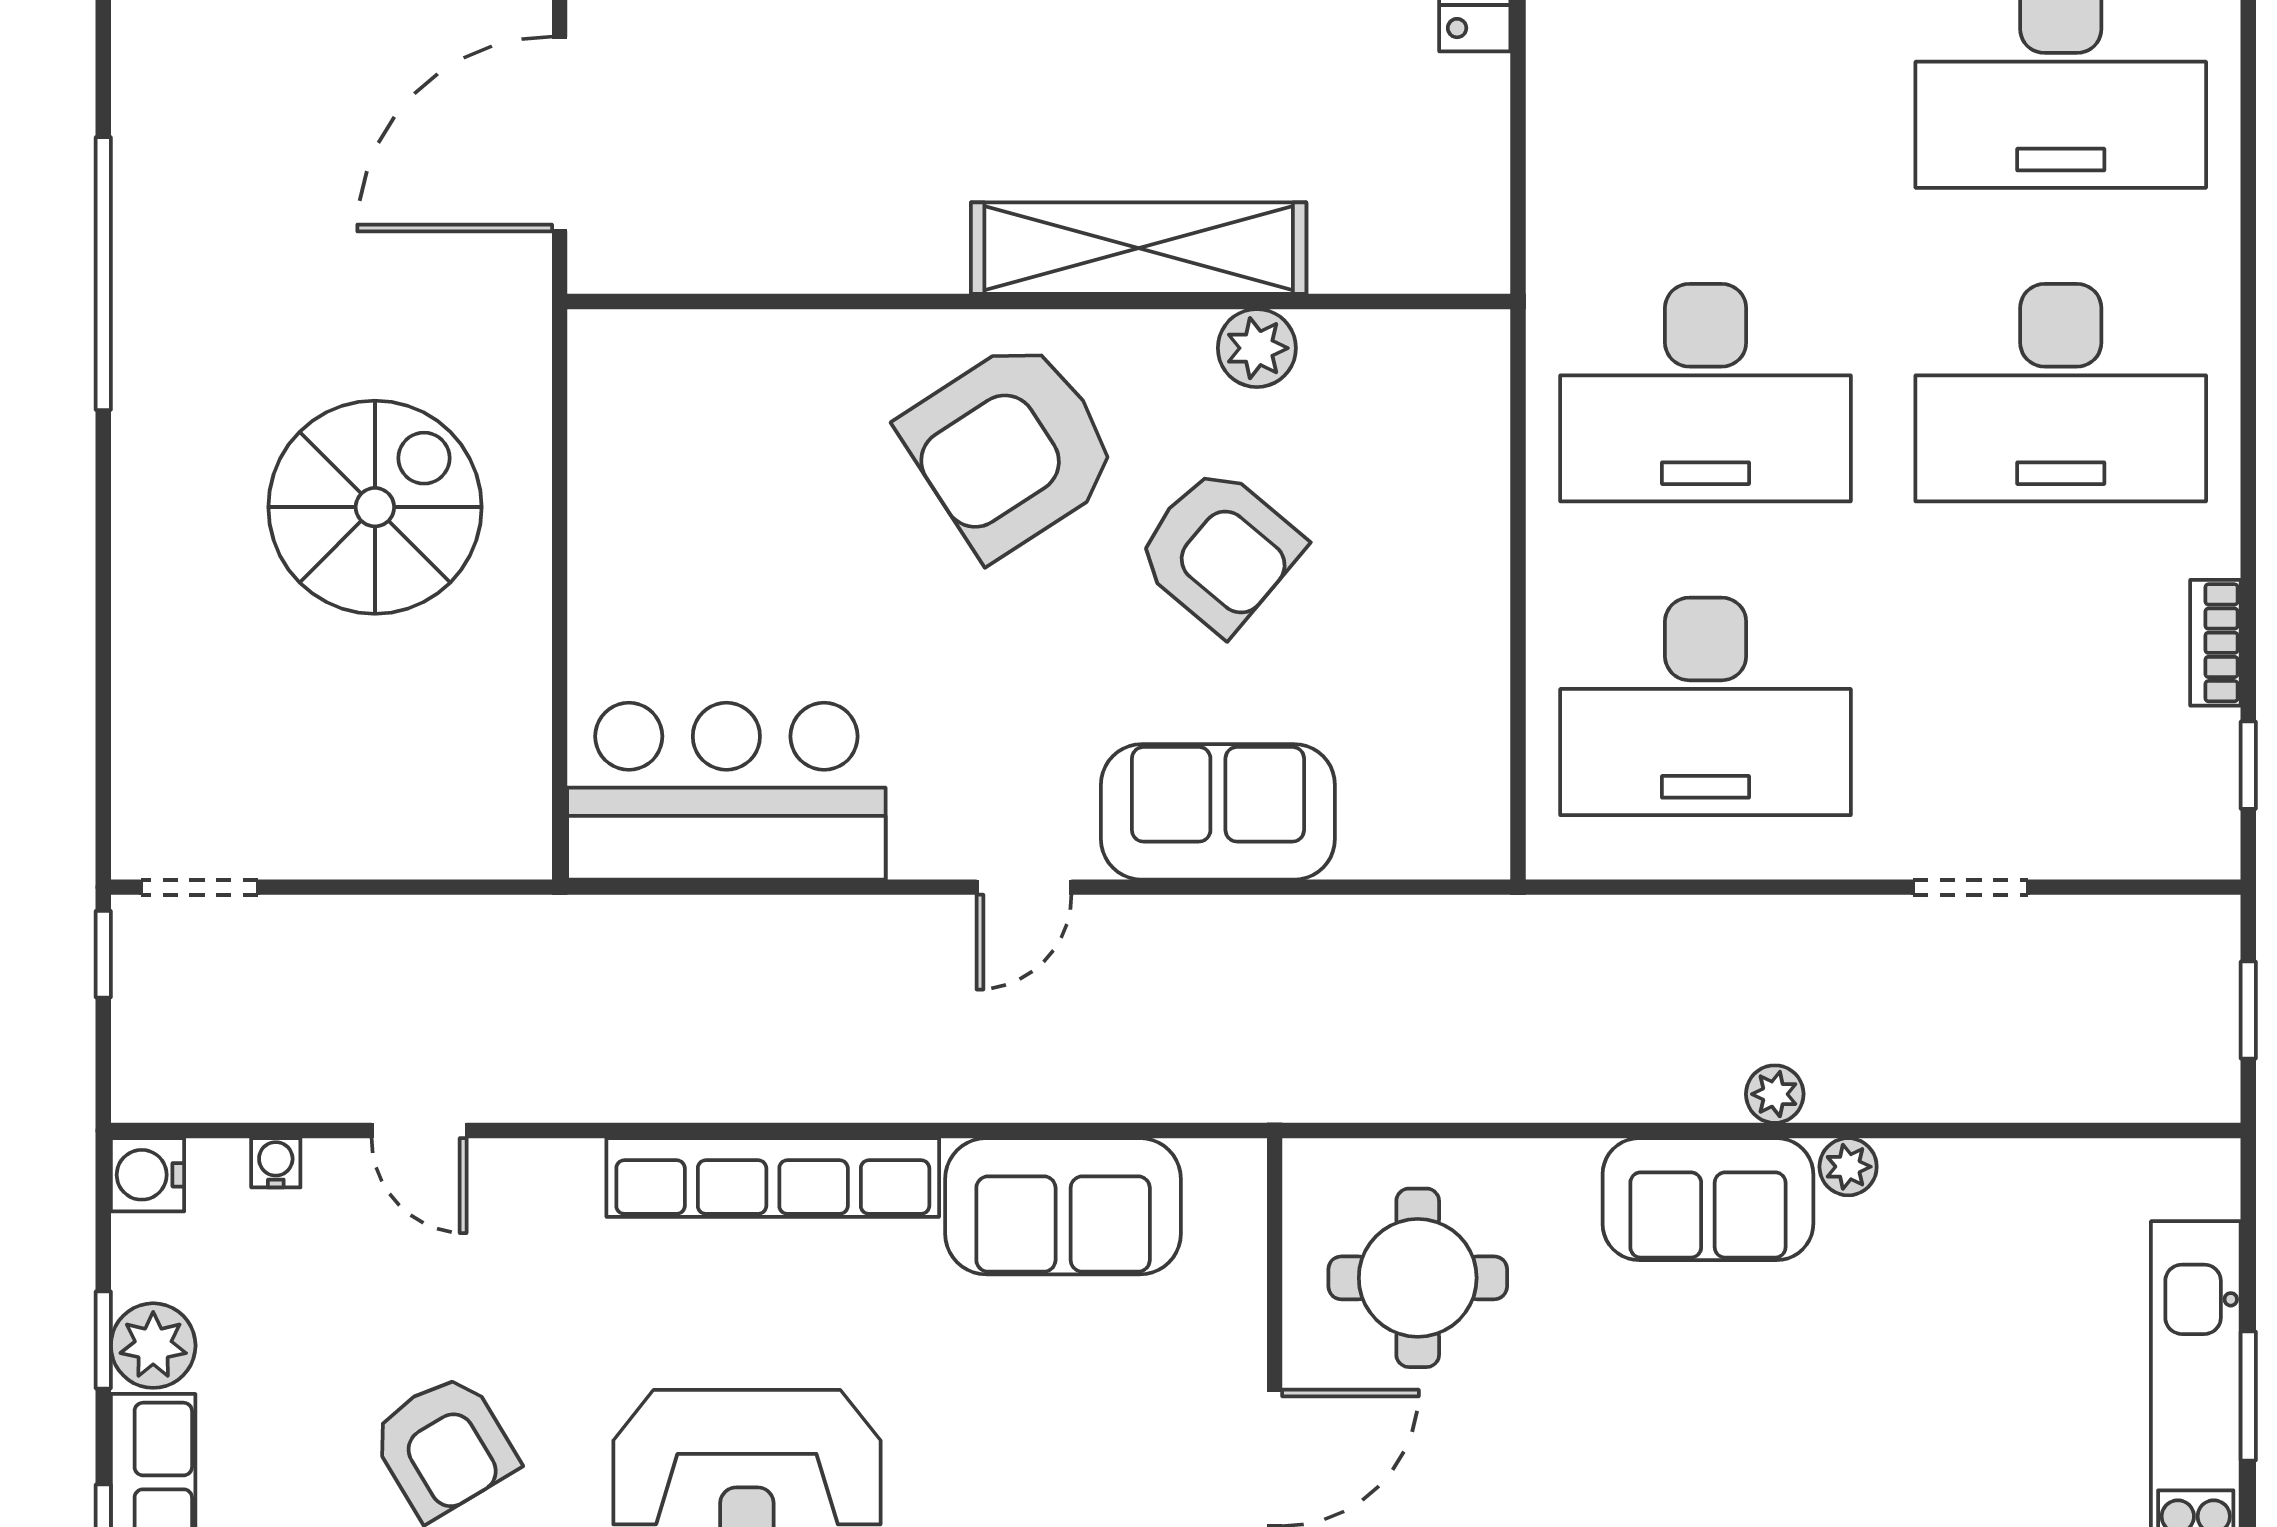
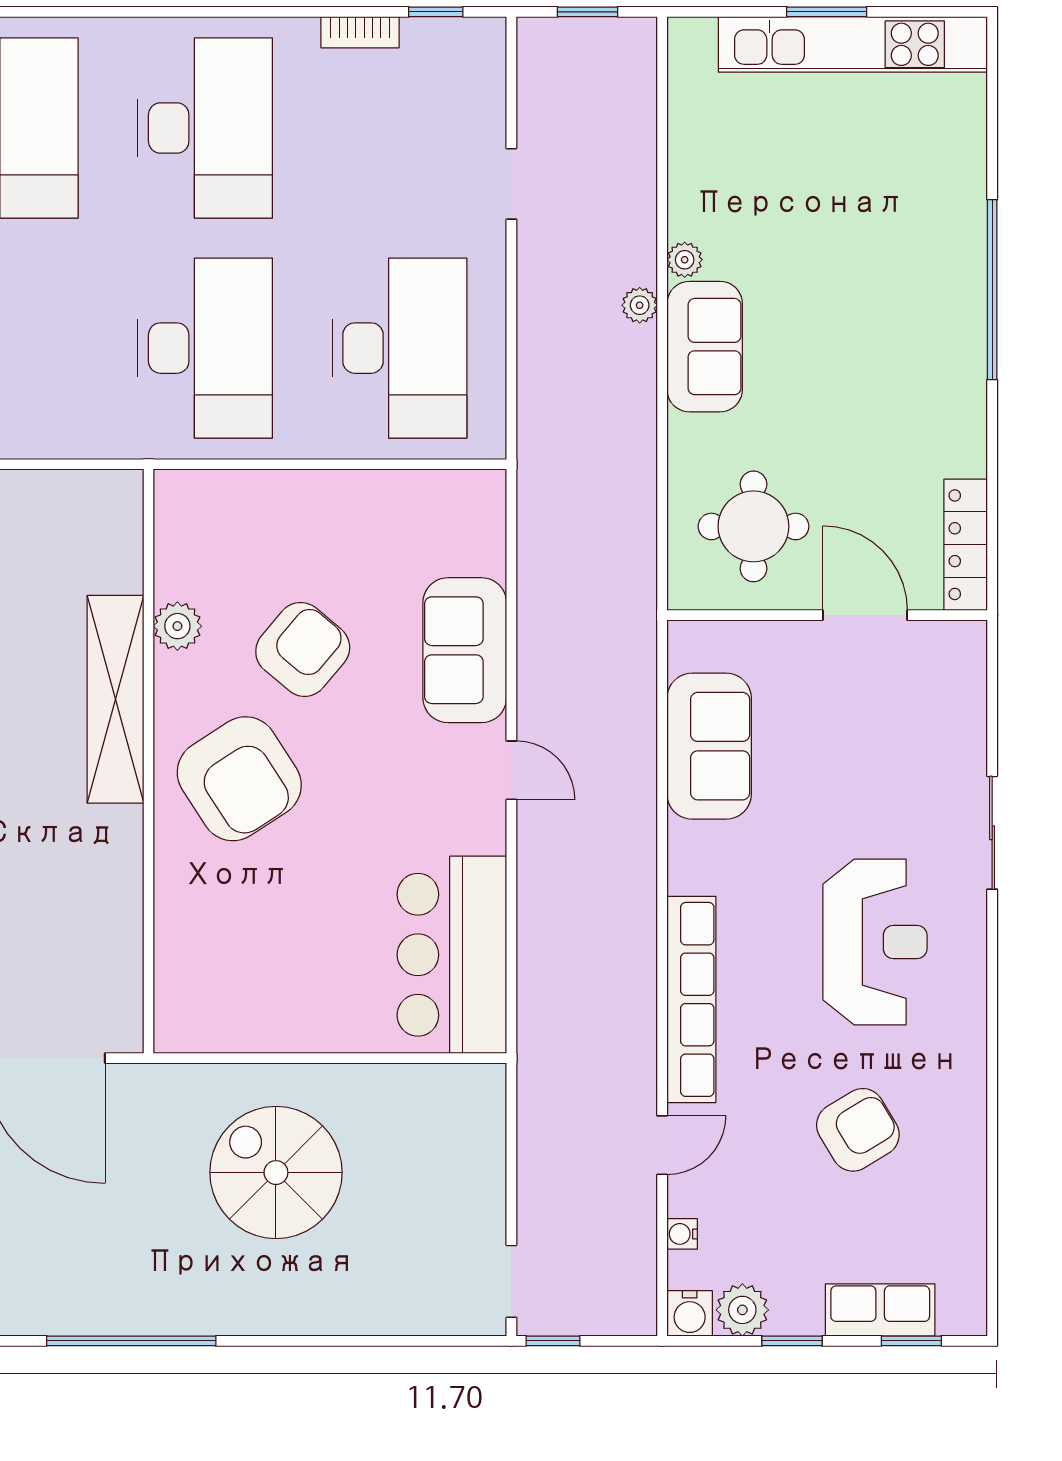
row of seats: (773, 1178) -> (691, 999), moved
plant: (153, 1346) -> (742, 1310), moved

